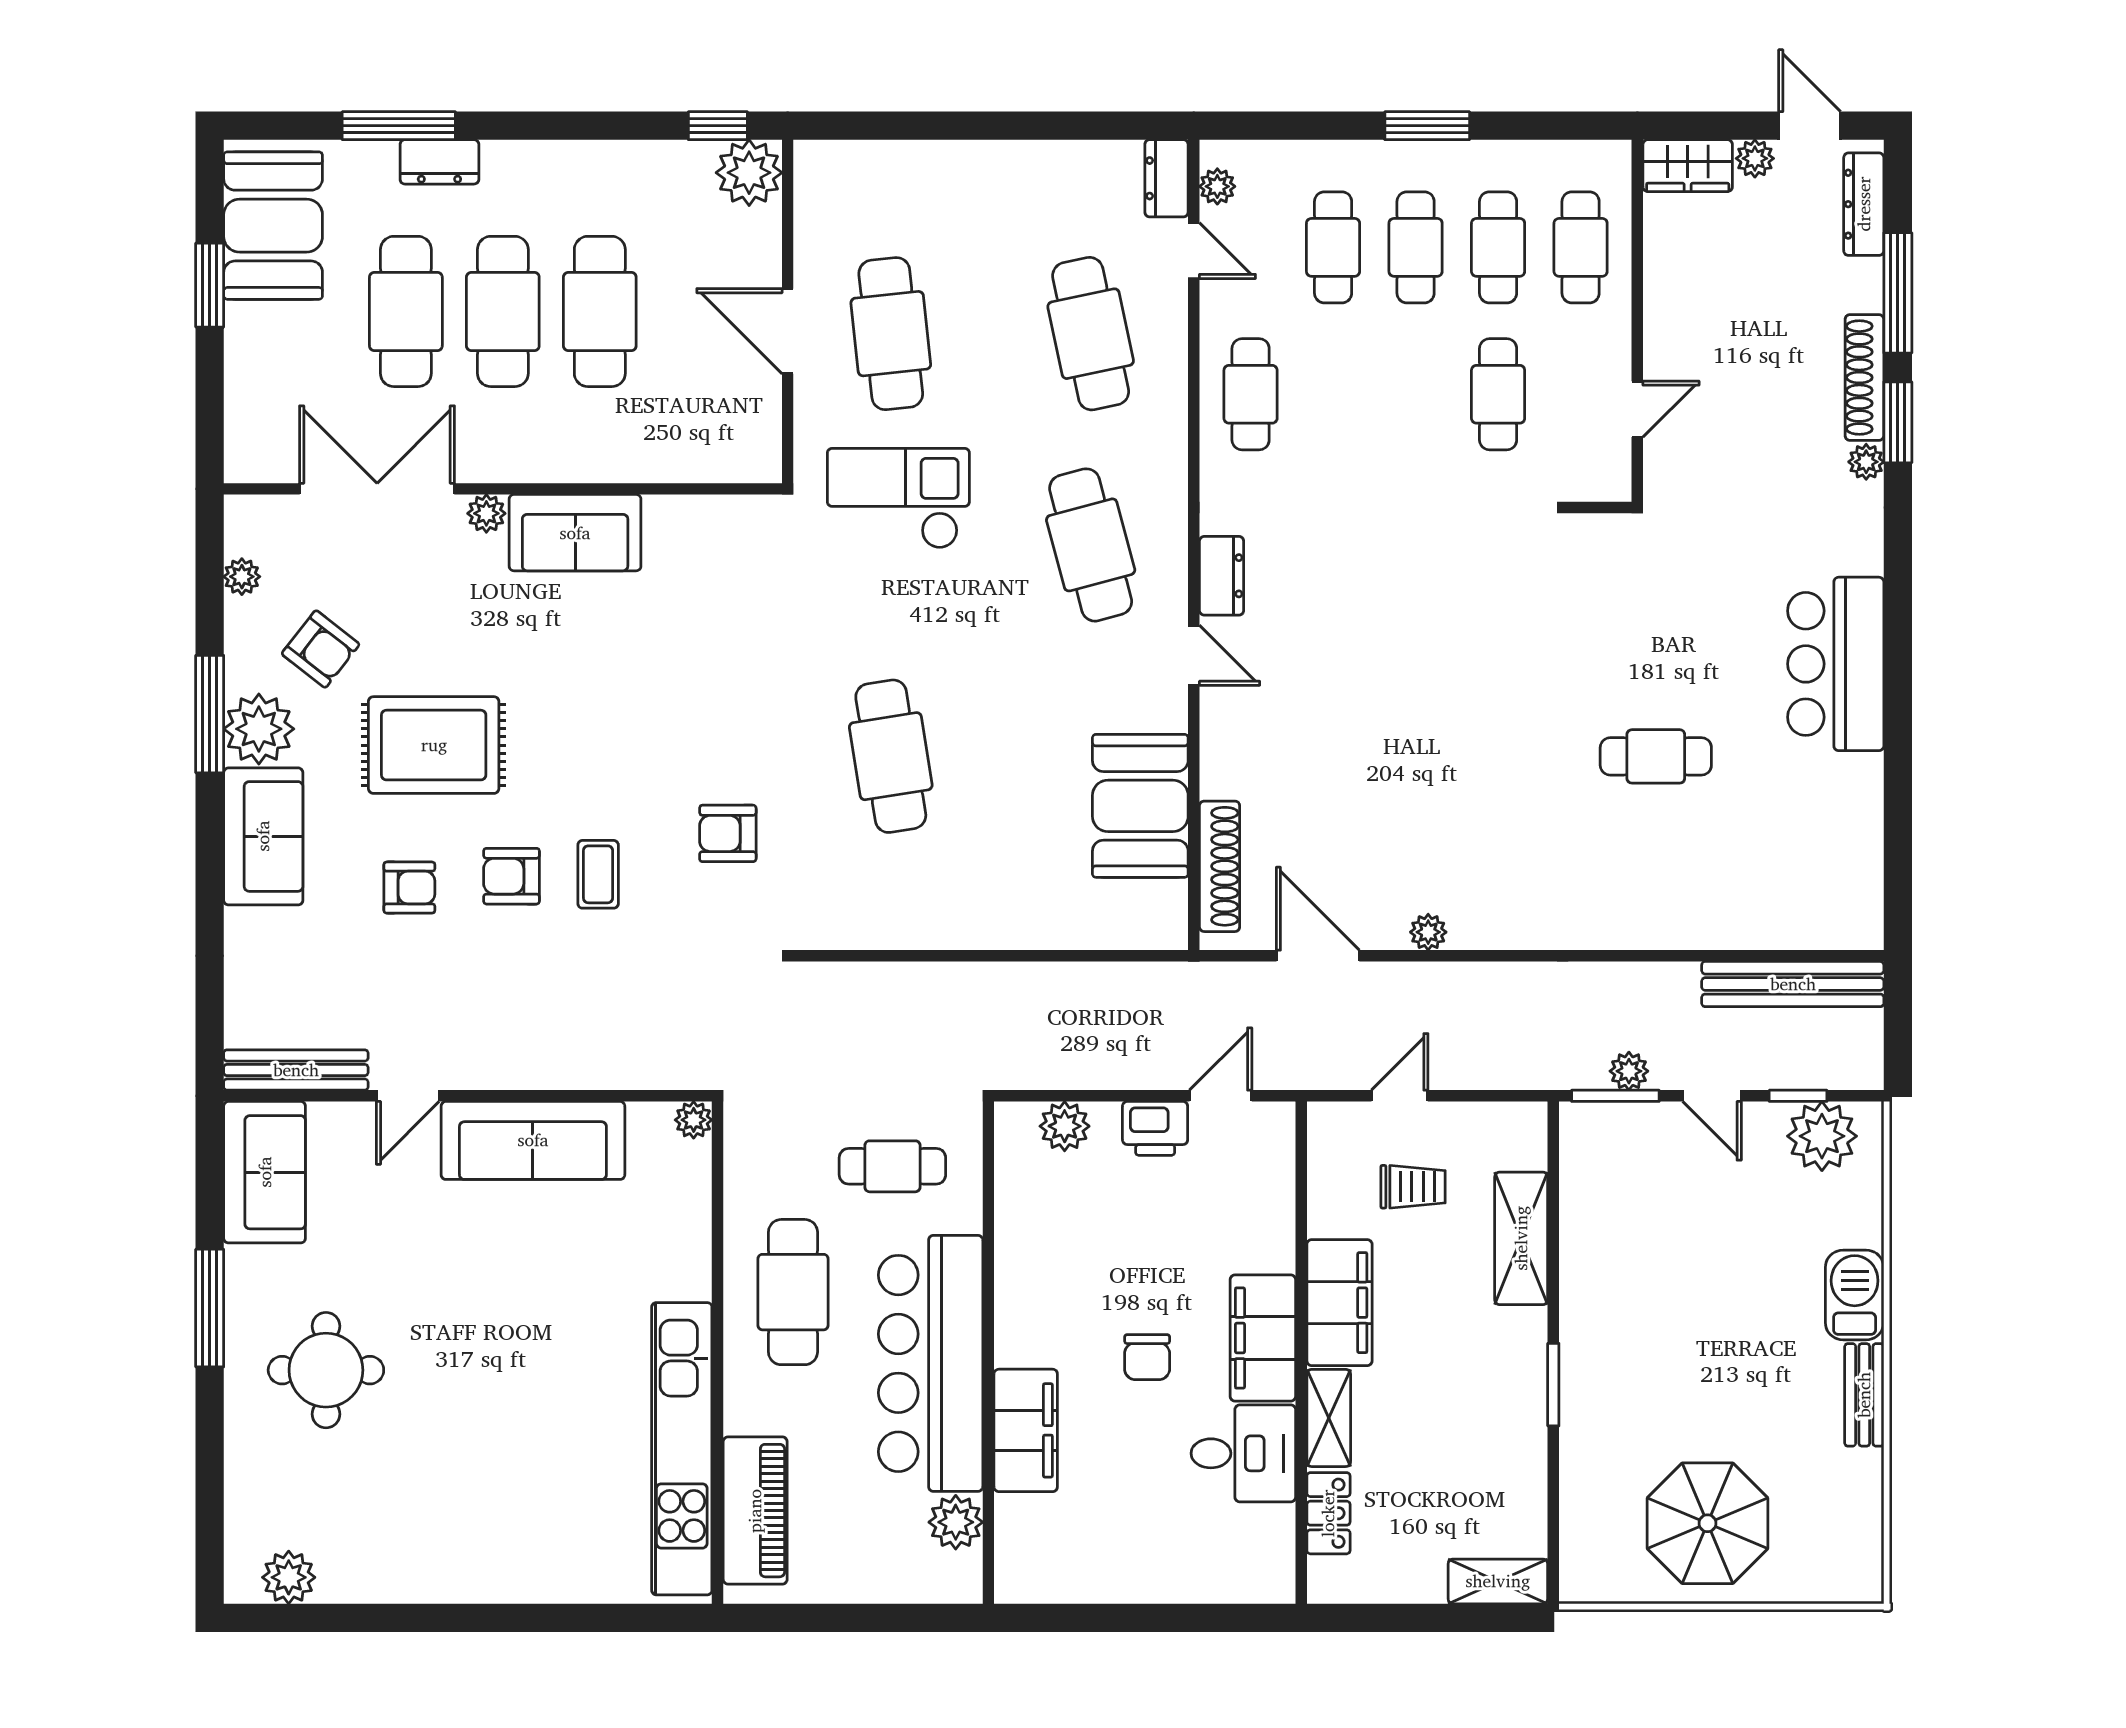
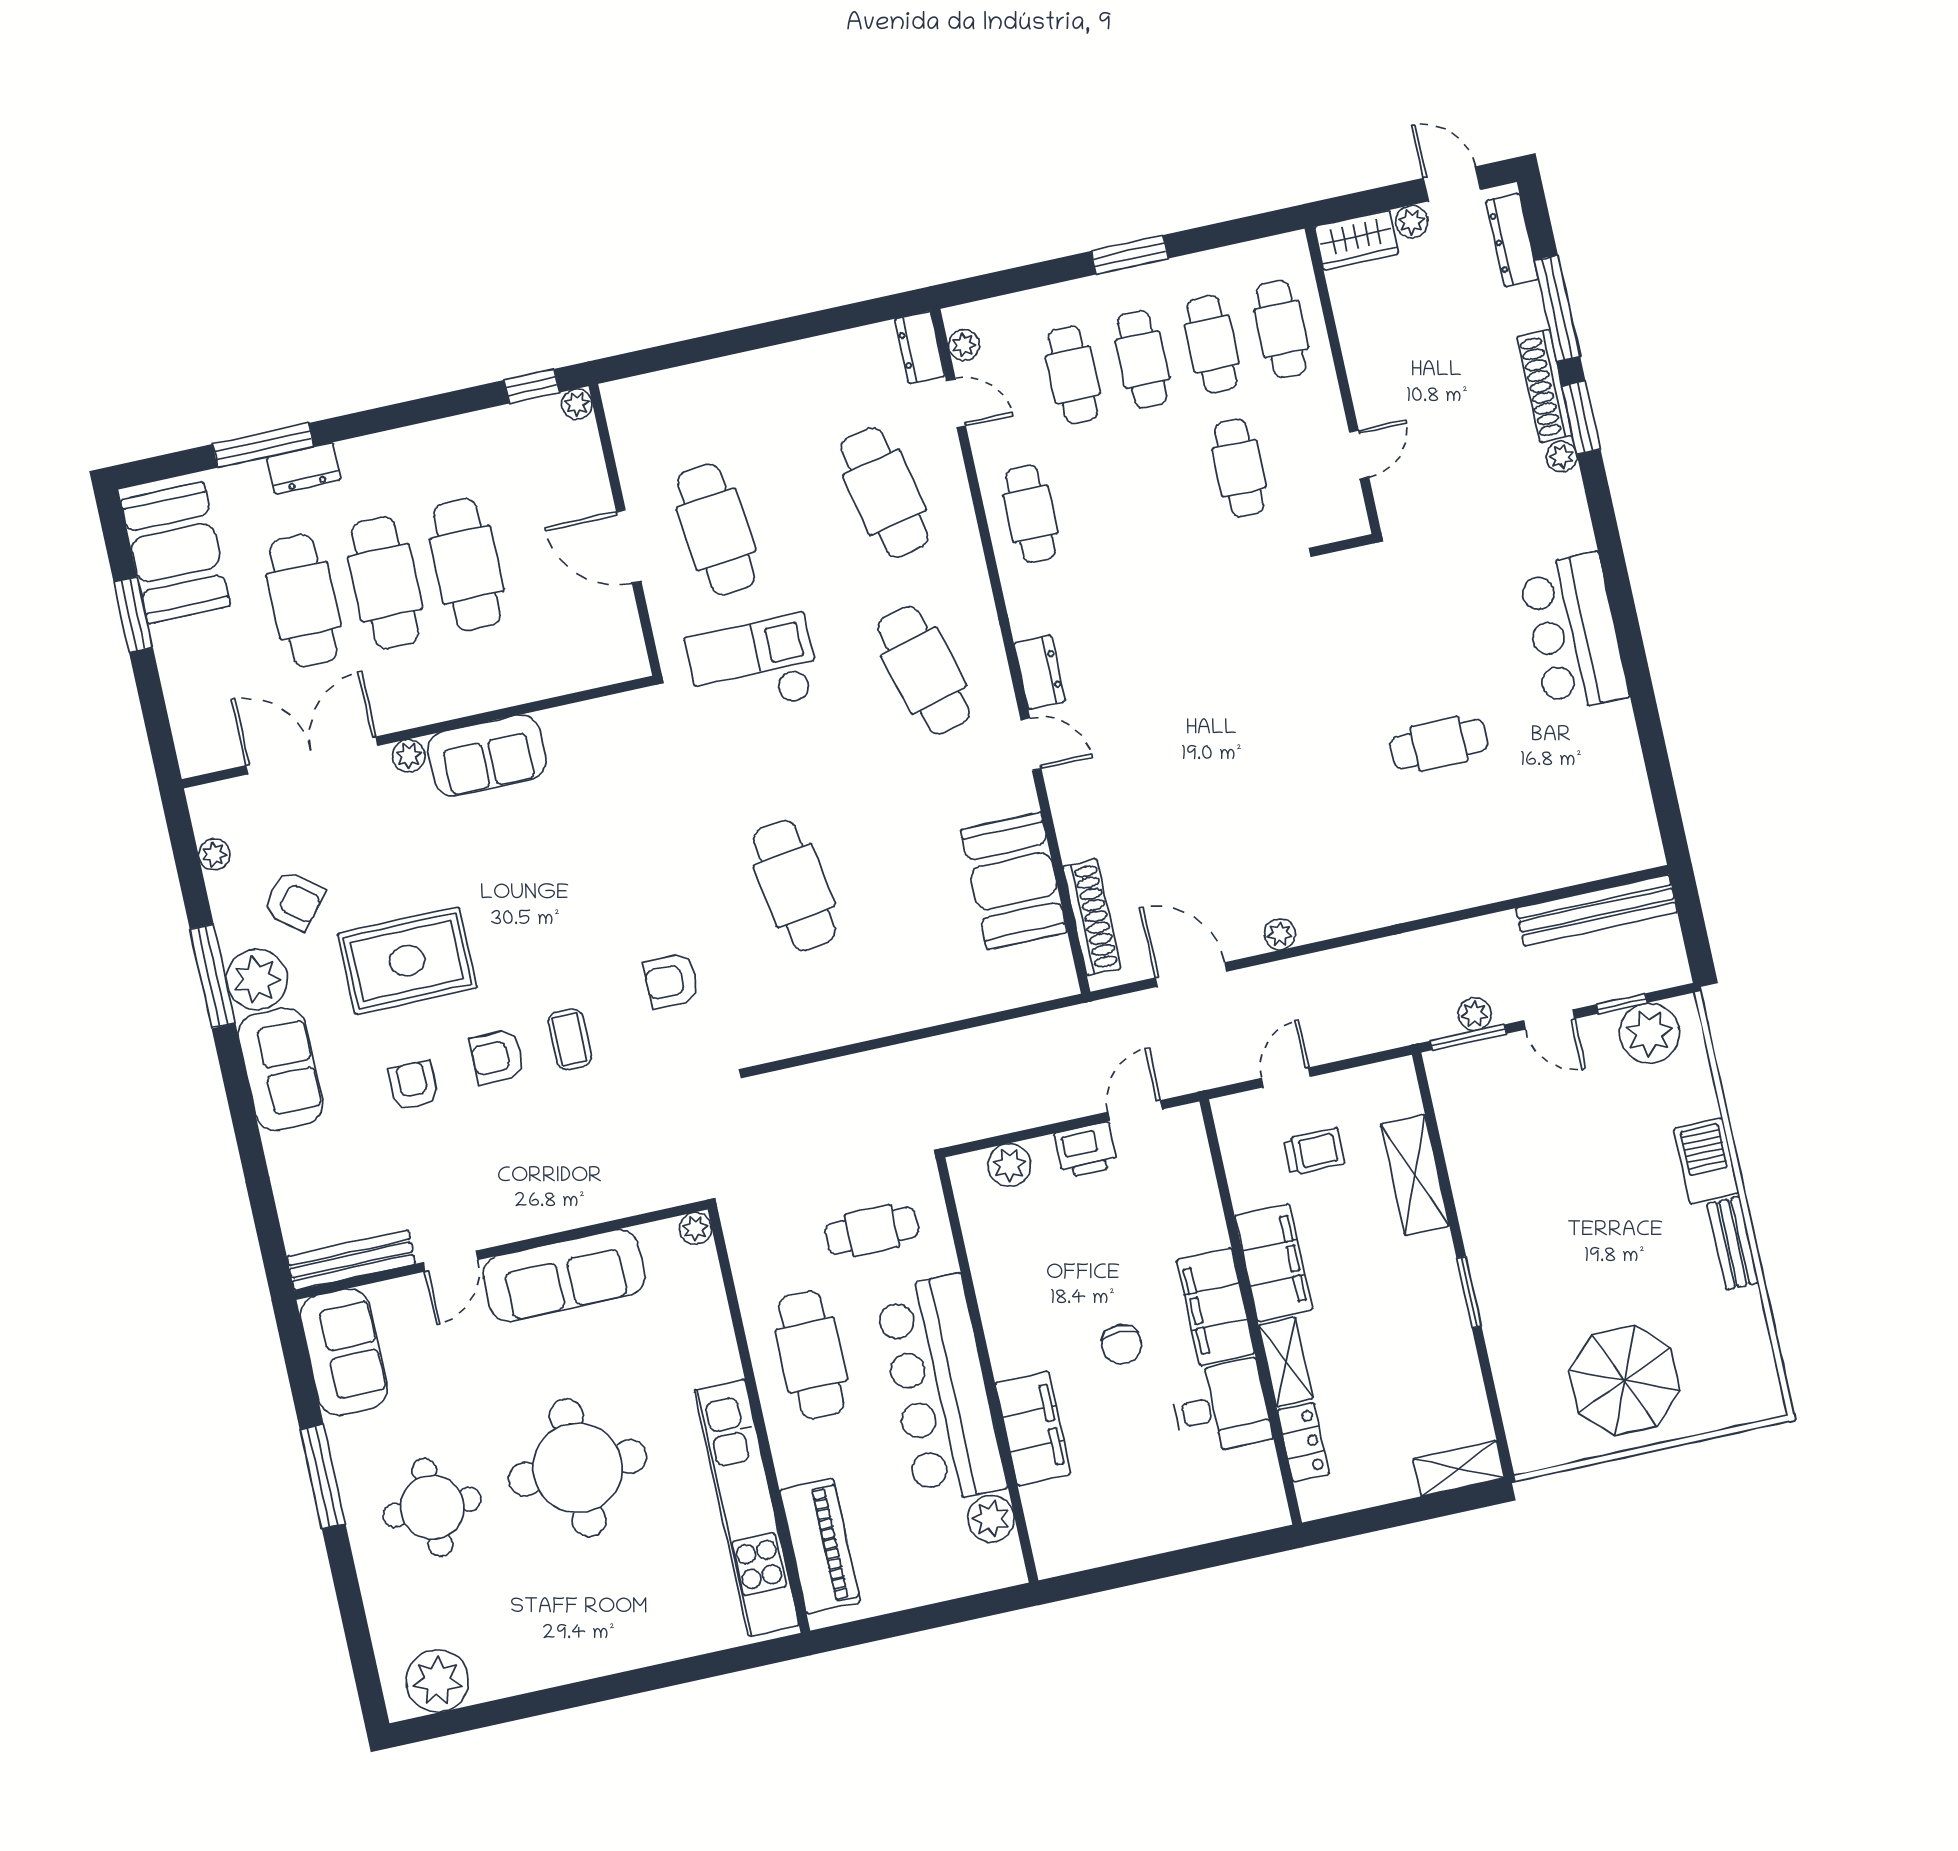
plant: (749, 173) -> (577, 404), width x0.53, depth x0.53
armchair: (409, 888) -> (413, 1085), turned -90
round table: (500, 1362) -> (578, 1468), added
plant: (289, 1577) -> (437, 1681), width x1.36, depth x1.36

